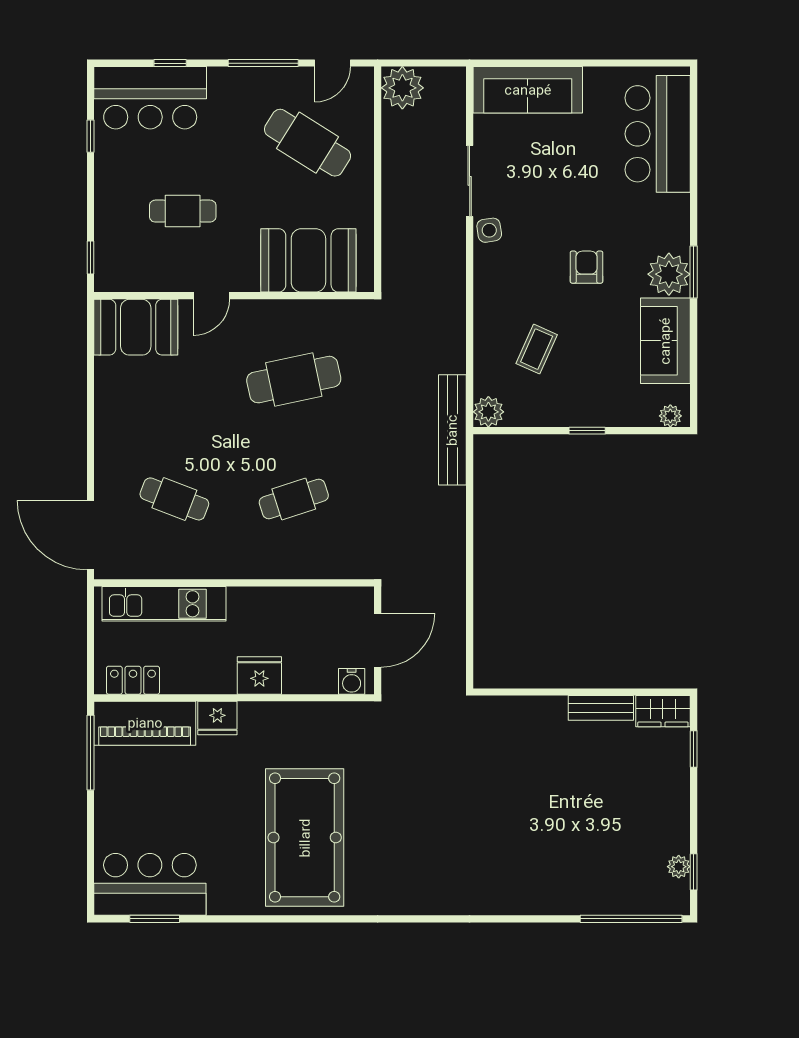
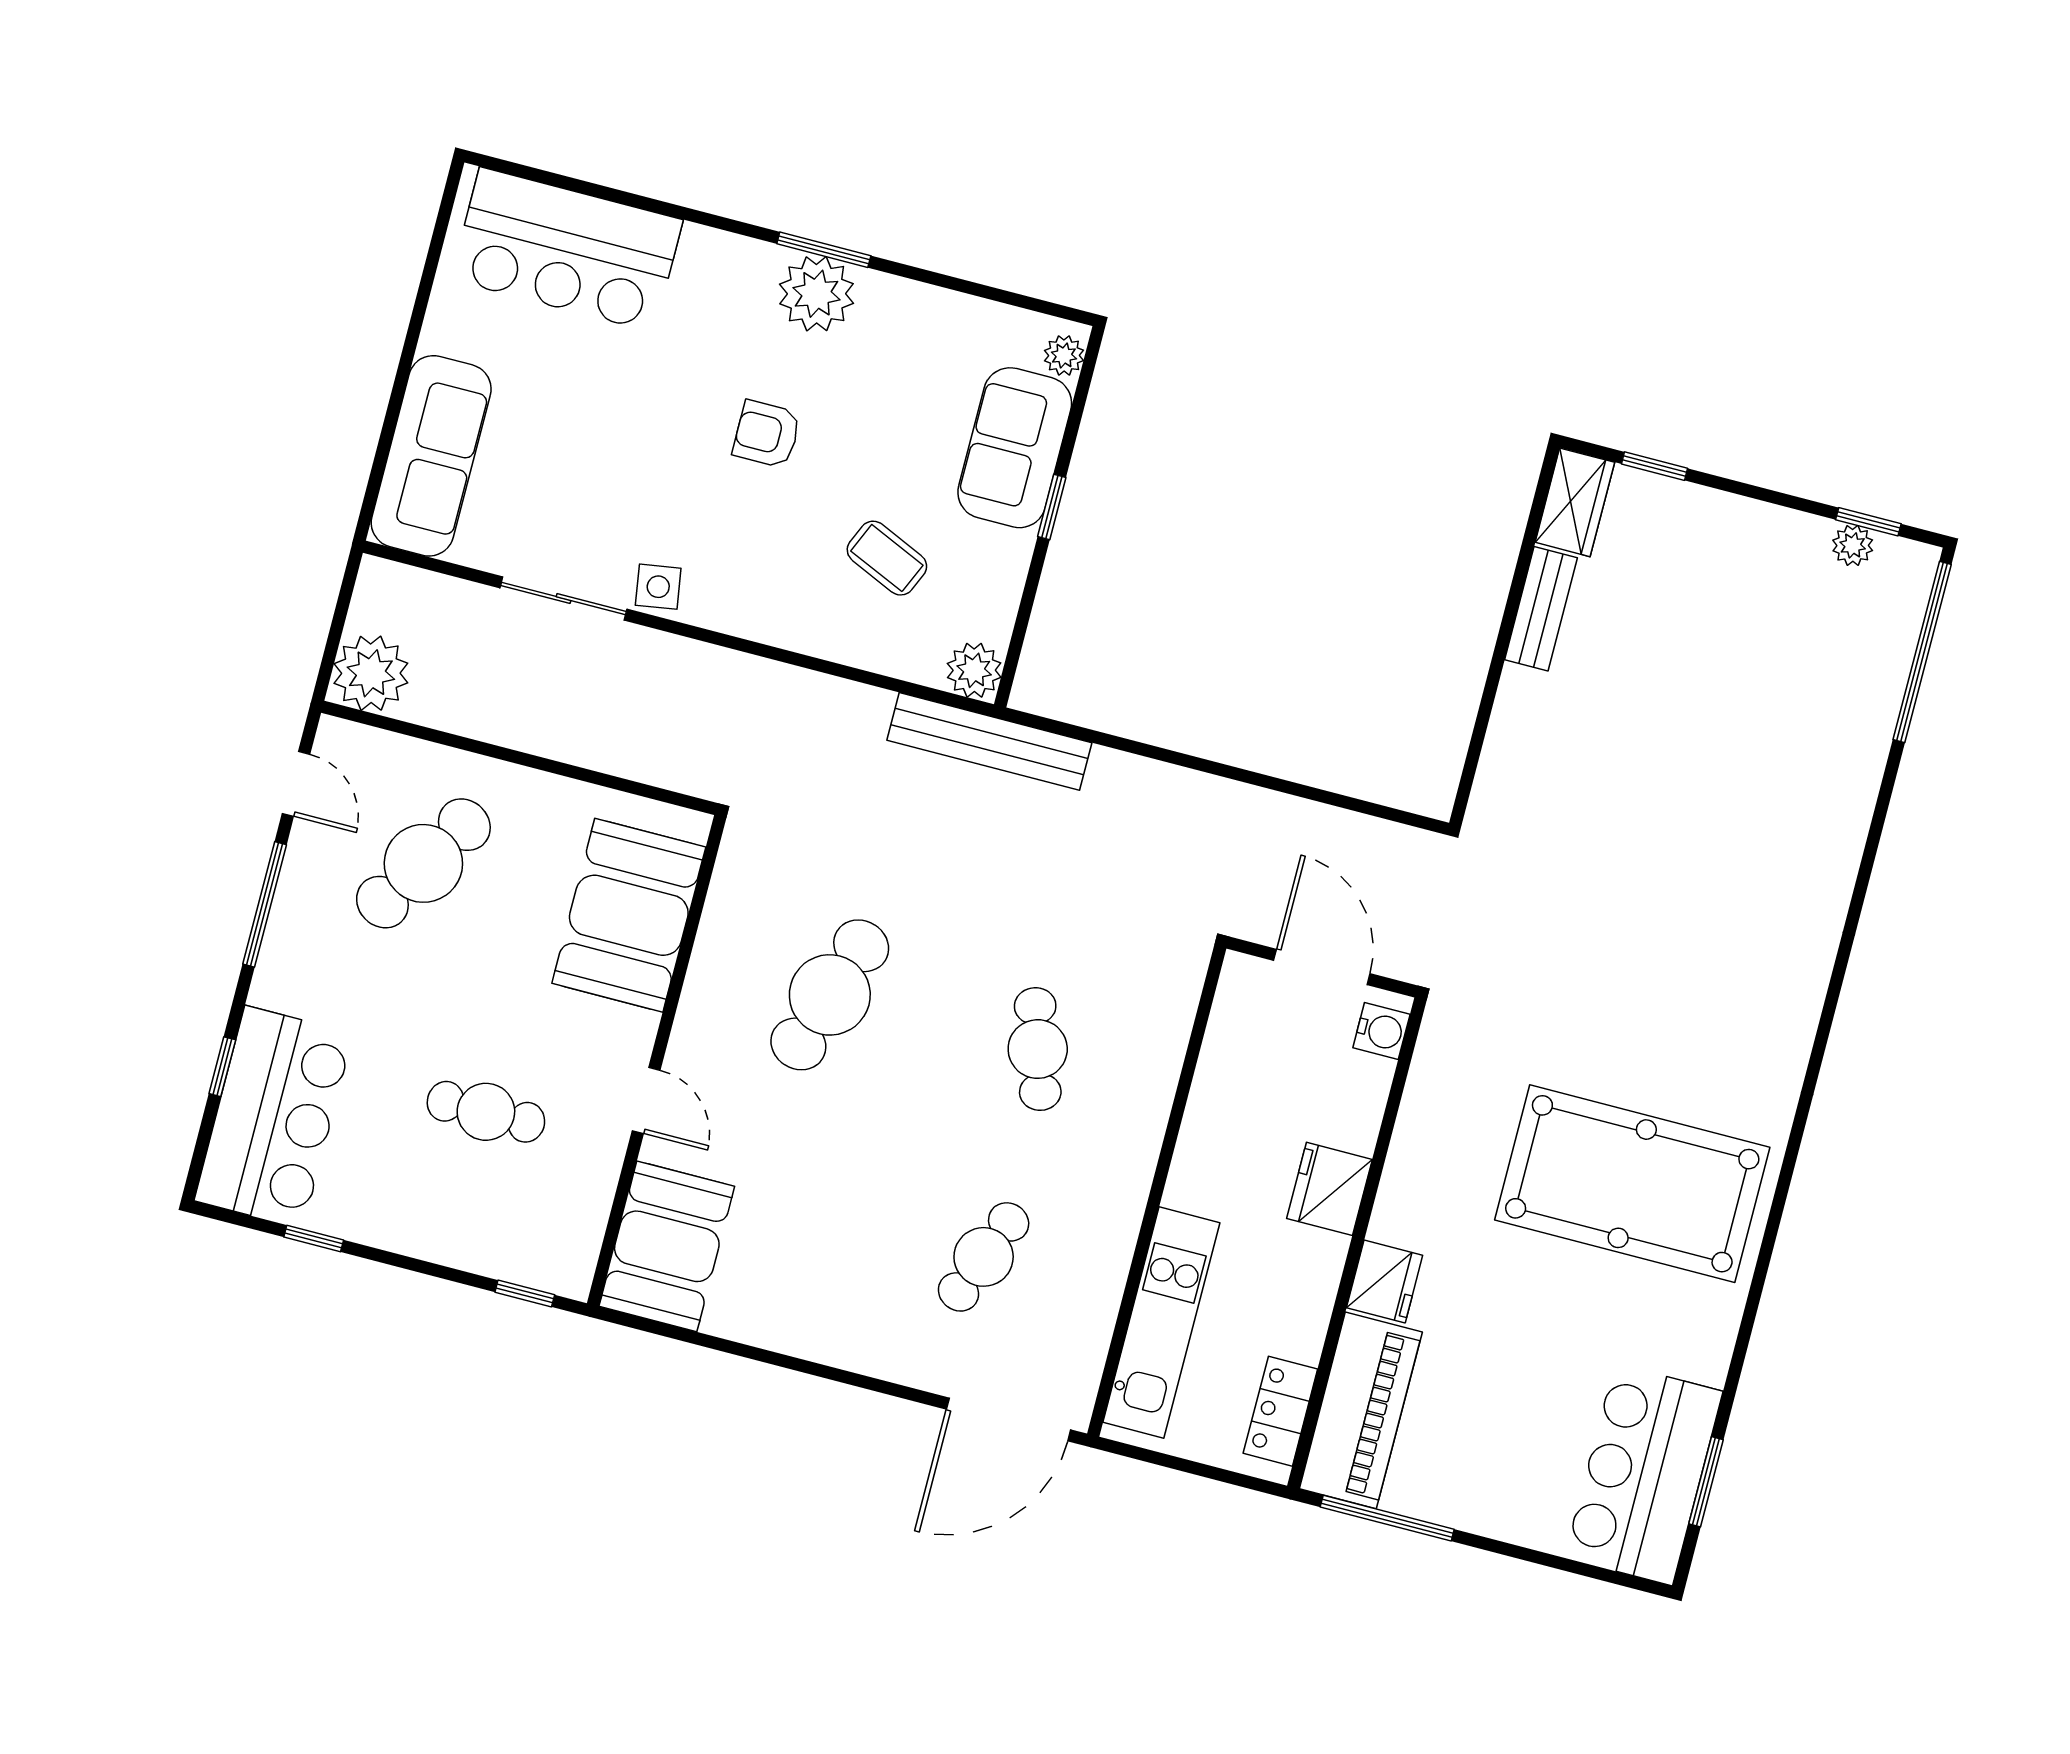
cafe table: (183, 211) -> (486, 1112), turned 90
sofa: (665, 341) -> (1015, 448), moved, turned 90
cafe table: (294, 380) -> (830, 995), turned 30

